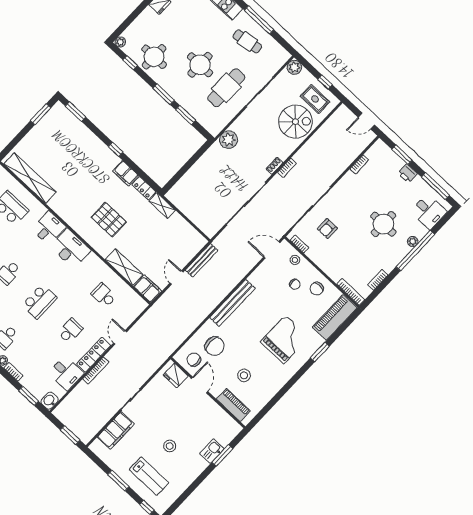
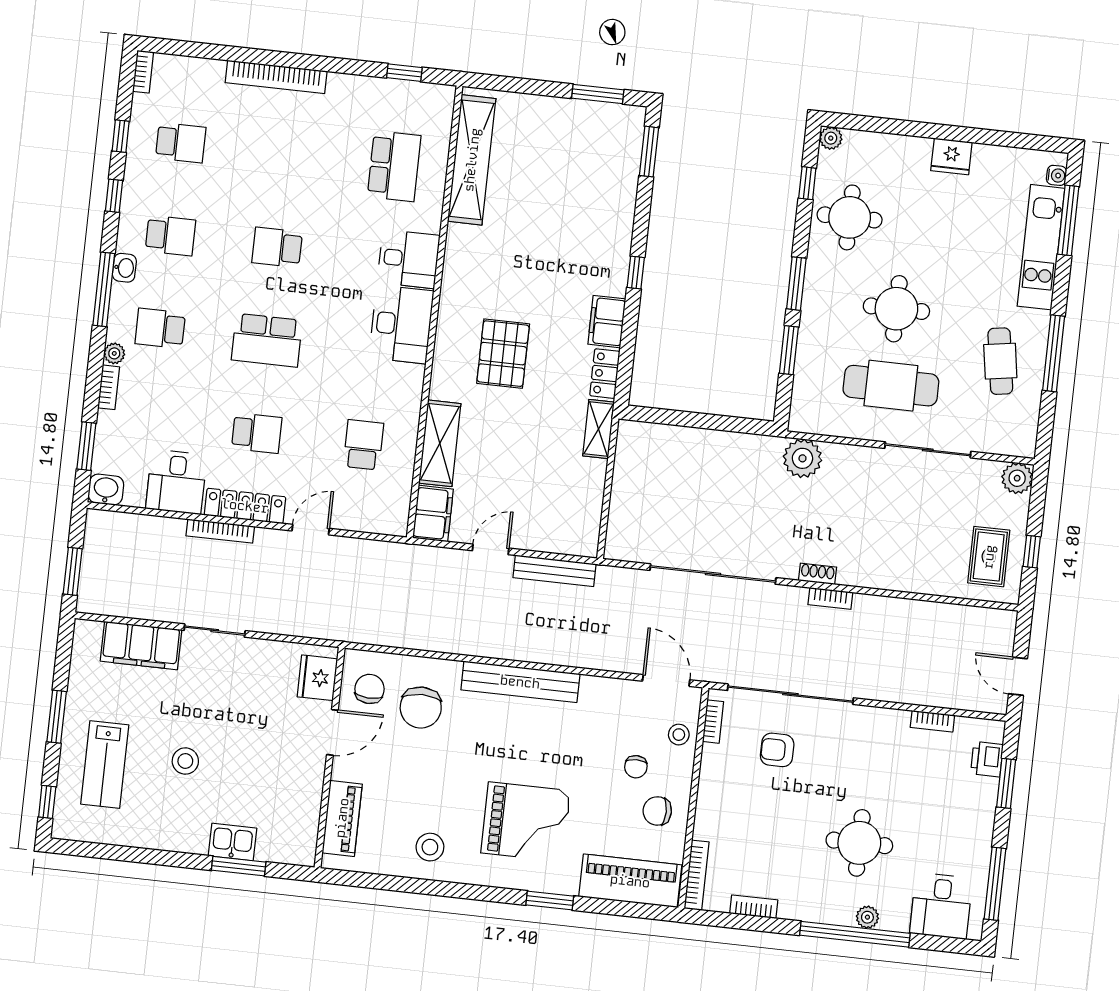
spiral stairs: (295, 122) -> (923, 552), removed
printer: (408, 173) -> (987, 759), moved
stool: (244, 375) -> (430, 847), moved

